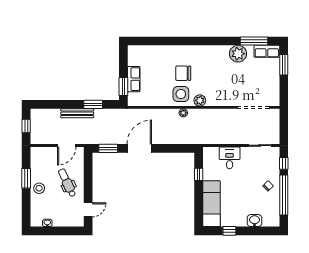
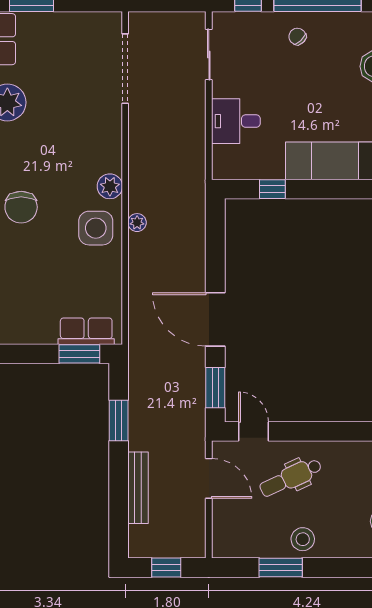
chair: (183, 73) -> (21, 207), moved
row of seats: (134, 79) -> (86, 331), moved
bench: (77, 113) -> (138, 488), moved
door: (88, 210) -> (254, 431), moved

